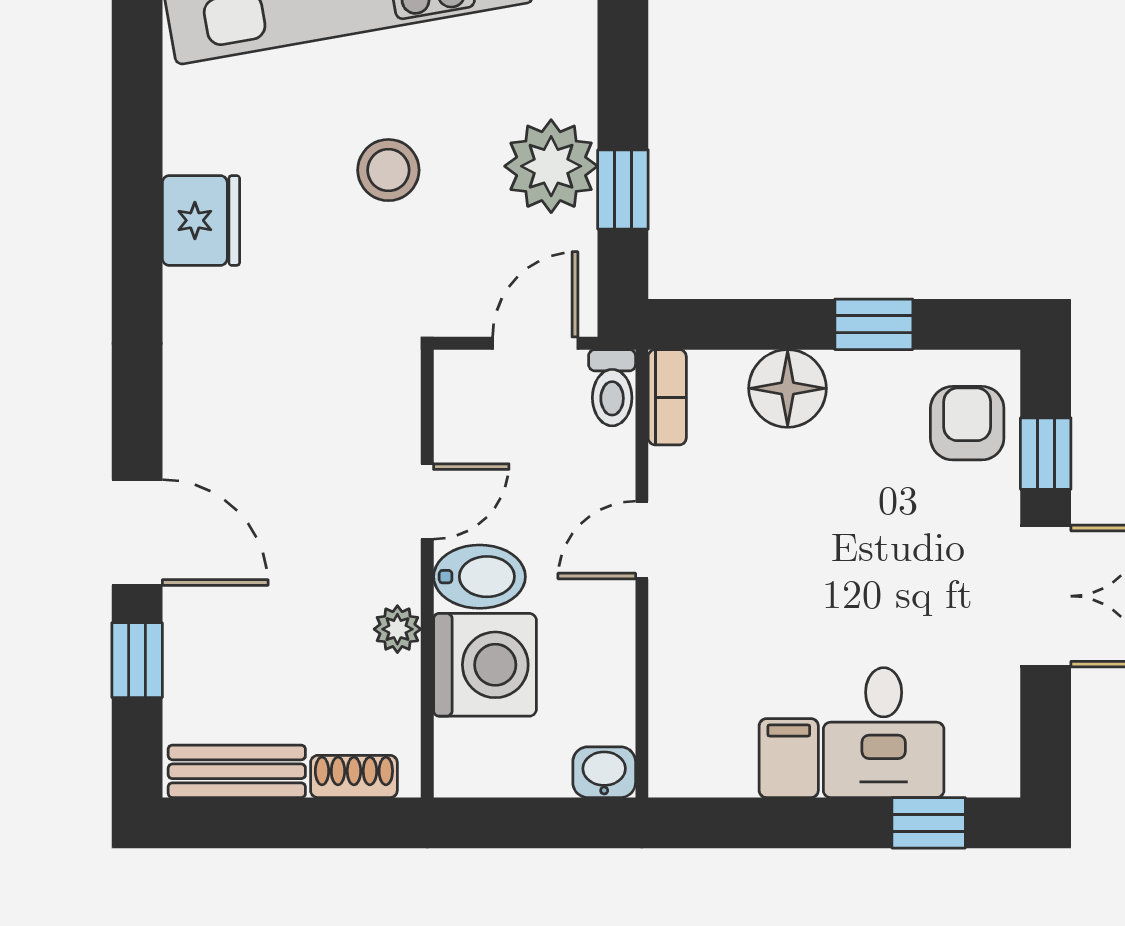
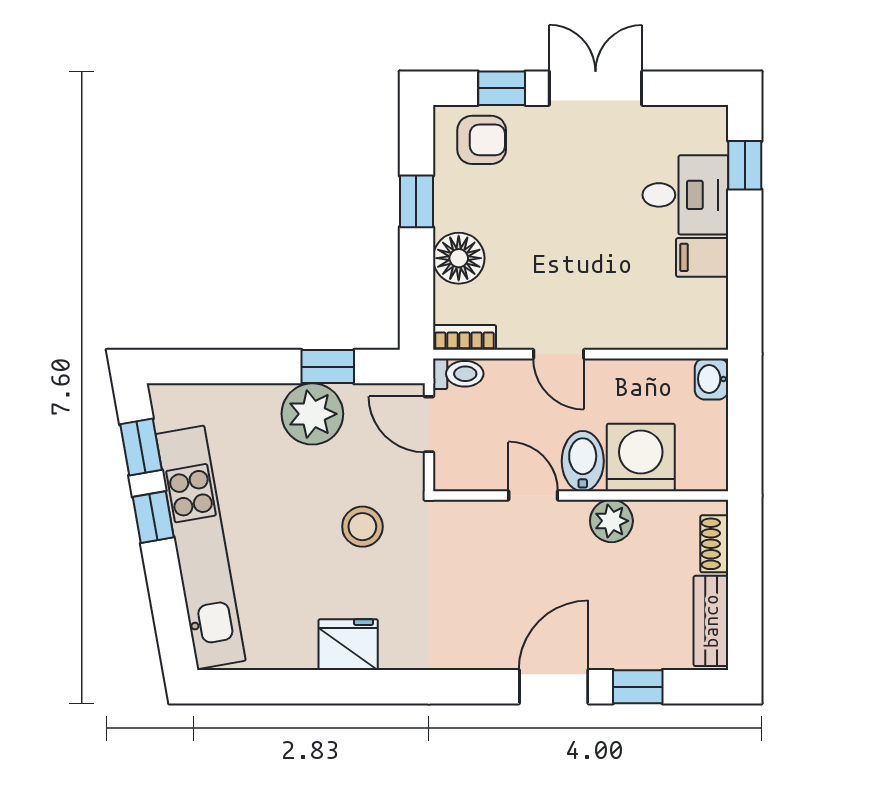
stool: (388, 170) -> (362, 527), moved
armchair: (967, 423) -> (482, 140), turned 180
plant: (397, 629) -> (611, 521), width x1.38, depth x1.38

